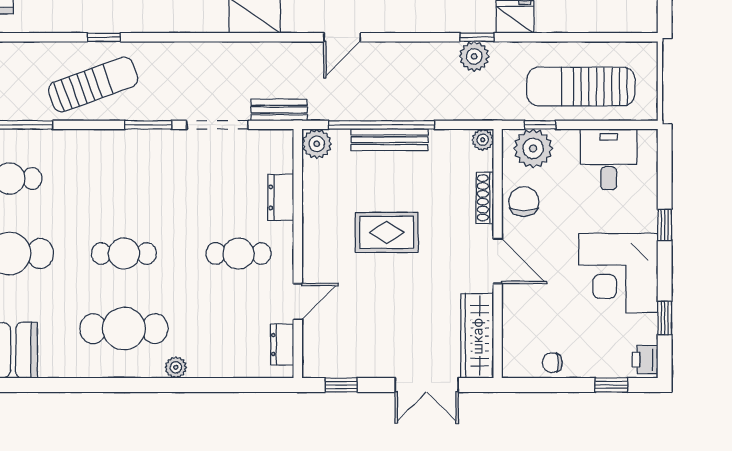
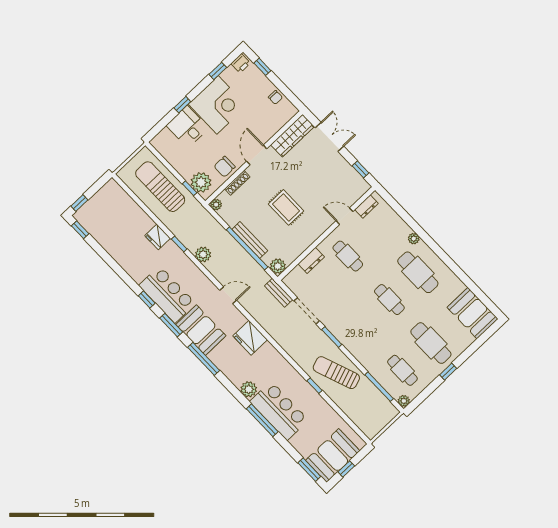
plant: (474, 56) -> (203, 254), moved
sun lounger: (581, 87) -> (160, 187), turned 180
desk: (609, 159) -> (188, 127), moved, turned 90

